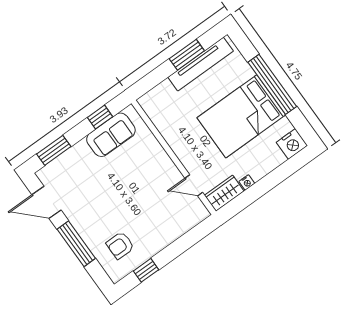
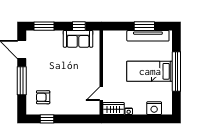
bed: (241, 116) -> (150, 71), width x0.67
nightstand: (292, 144) -> (154, 108), moved
door: (194, 185) -> (101, 94), hinge flipped

